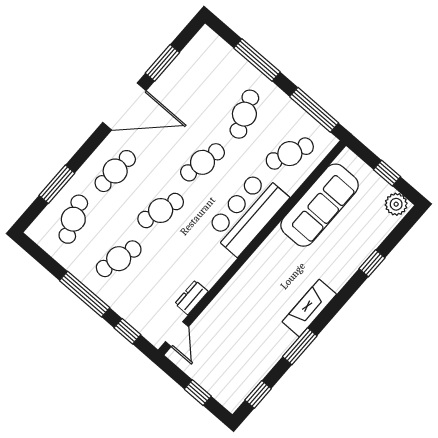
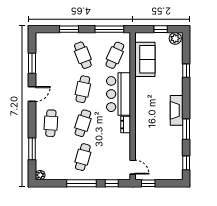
window: (257, 60) -> (69, 29), width x0.69
door: (124, 107) -> (32, 94), width x0.53
sofa: (320, 205) -> (145, 59), width x0.73
cafe table: (73, 219) -> (51, 157), removed
plant: (36, 232) -> (40, 175), added
dresser: (192, 298) -> (126, 125), moved
window: (198, 393) -> (148, 183), moved

